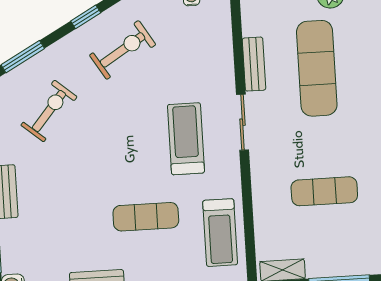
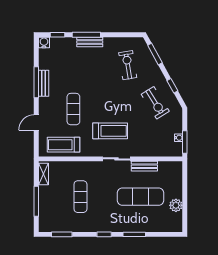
exercise bike: (49, 111) -> (128, 65), turned -139

